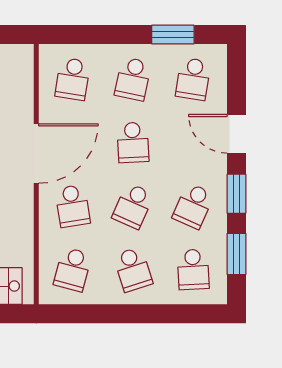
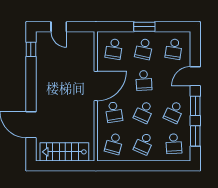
window: (173, 34) -> (144, 27), moved
door: (236, 134) -> (195, 76), hinge flipped
school desk: (133, 269) -> (144, 144), turned 42

